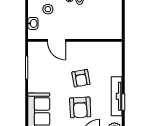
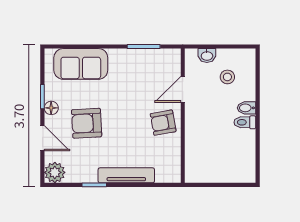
armchair: (81, 78) -> (163, 123), moved
tv unit: (117, 96) -> (126, 175), moved

